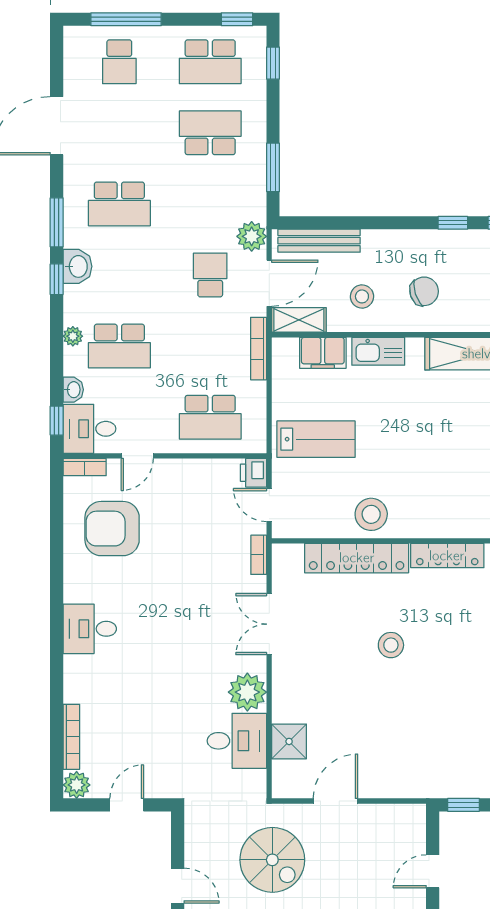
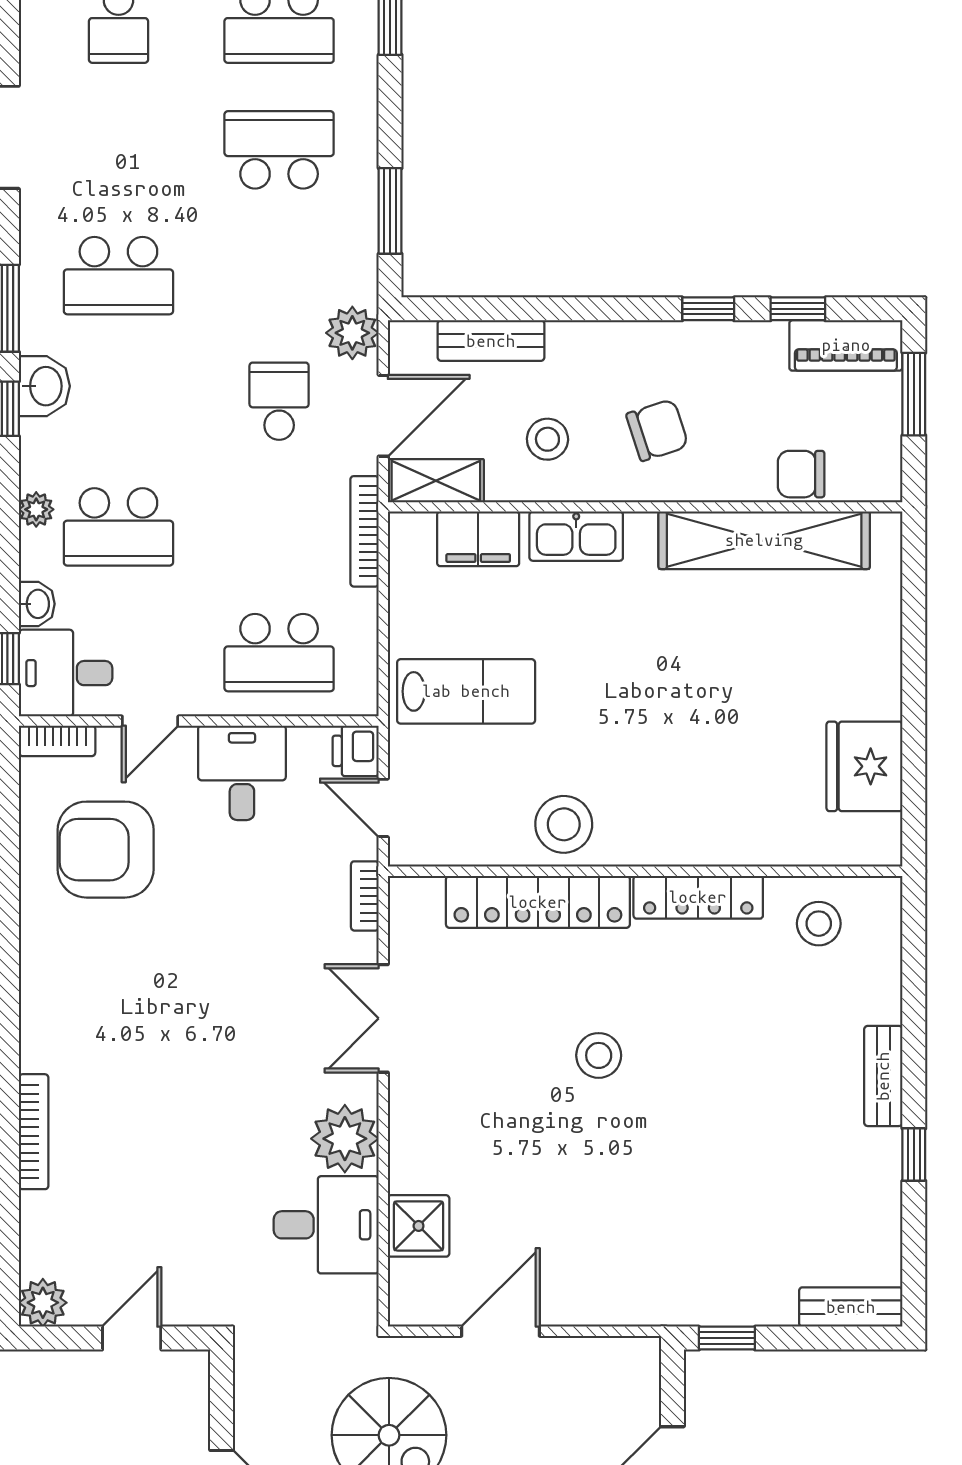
bench: (319, 241) -> (491, 341), width x0.73
desk: (90, 629) -> (242, 773), moved, turned 90
bookcase: (71, 737) -> (34, 1132), moved

